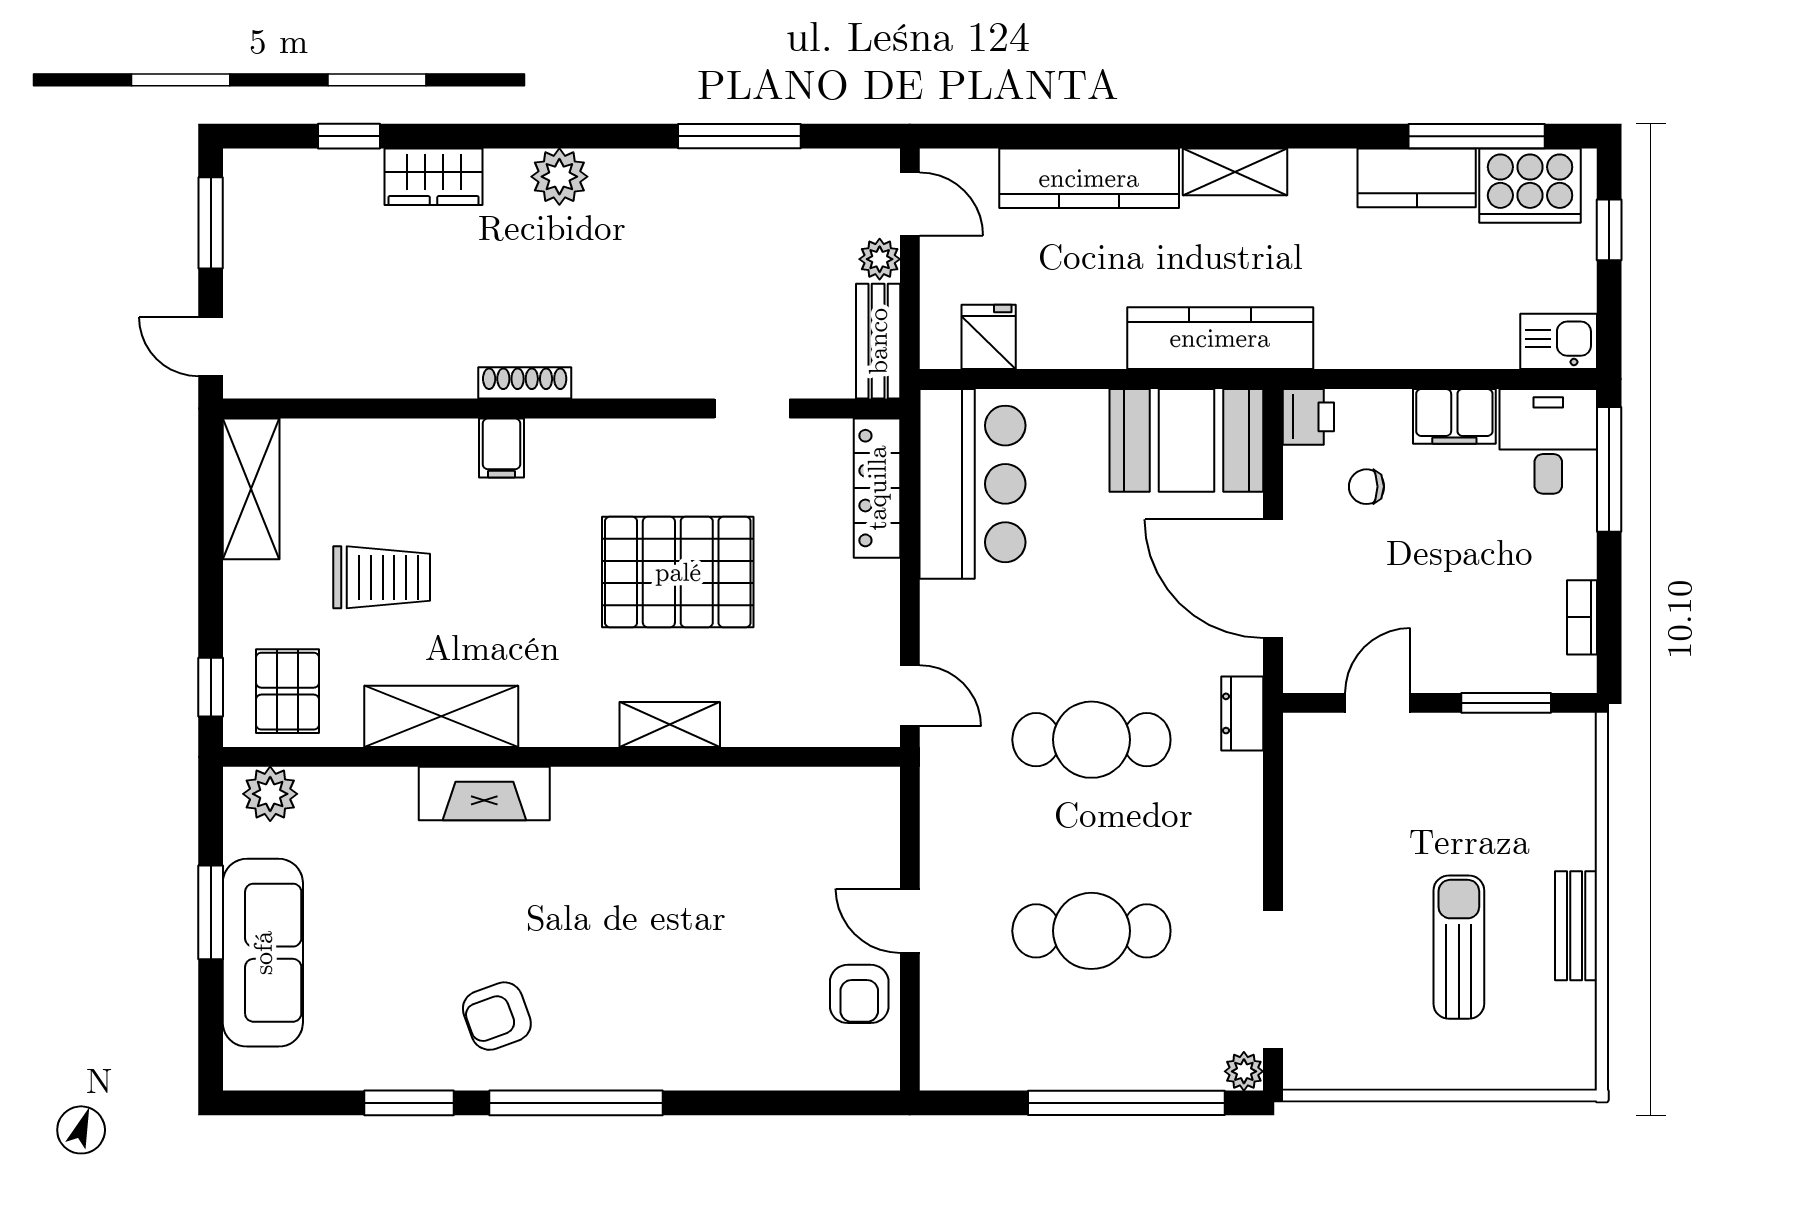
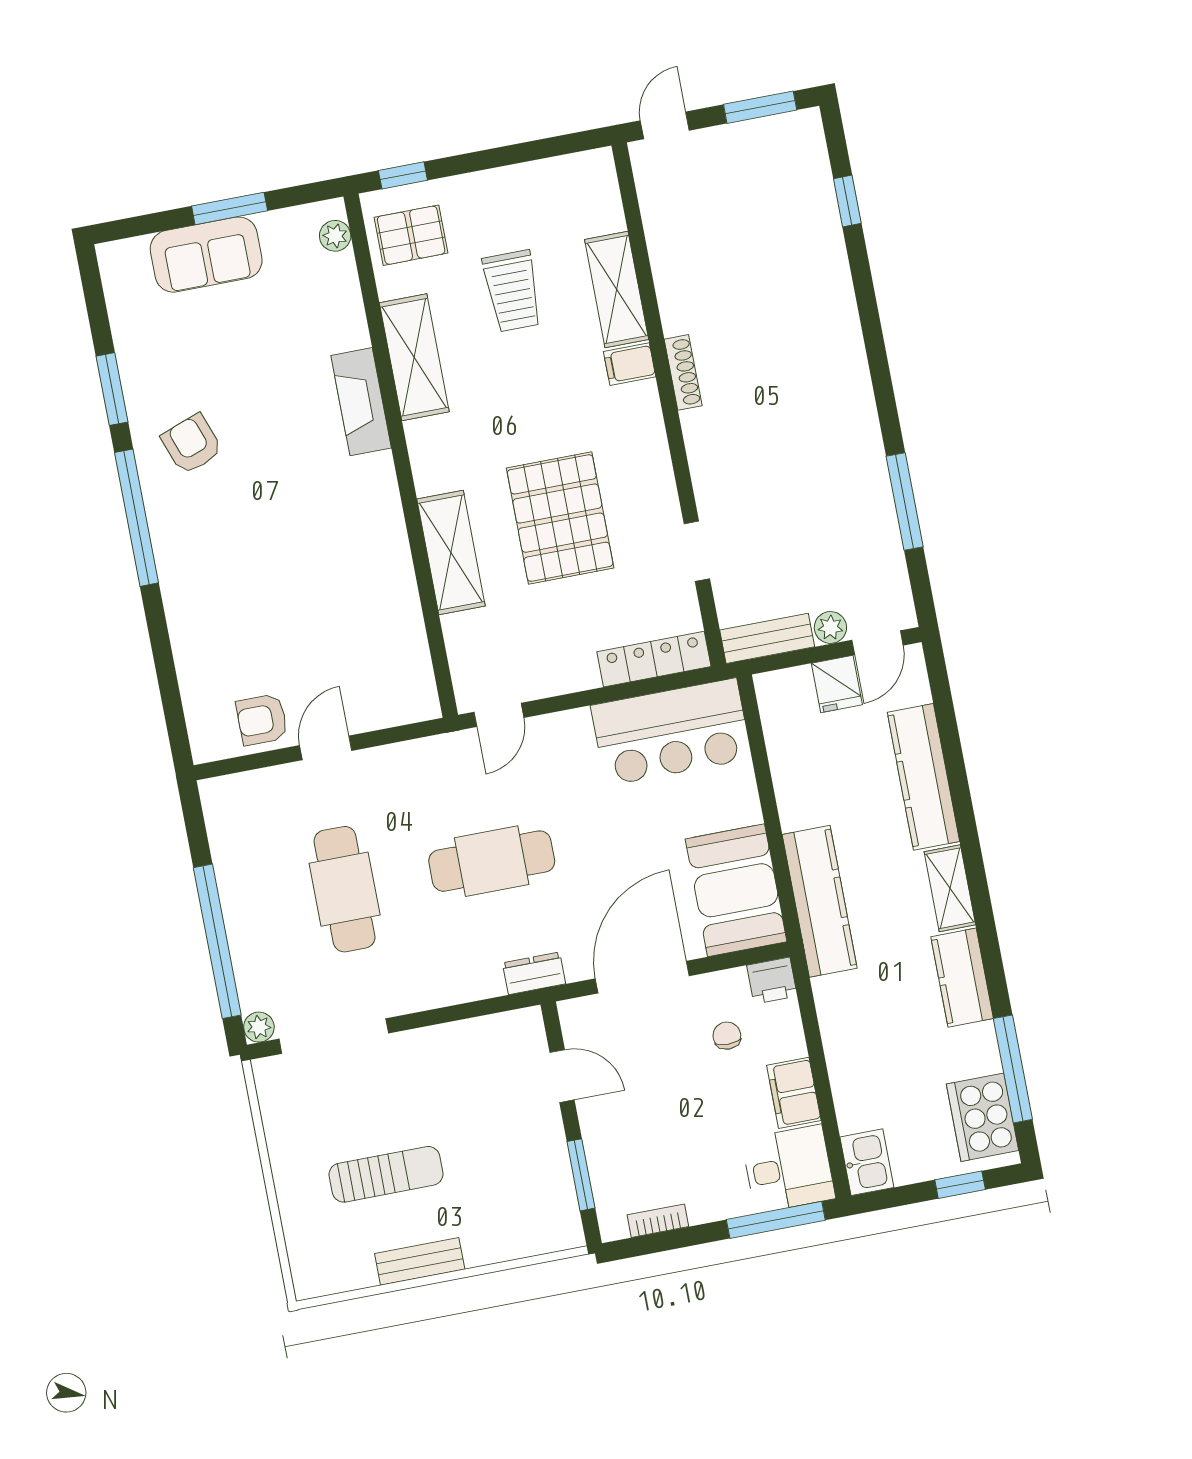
wardrobe: (434, 177) -> (828, 272), removed
plant: (559, 177) -> (847, 369), removed
kitchen counter: (1417, 178) -> (962, 978), moved
fridge: (989, 337) -> (837, 684), moved, turned 90
shelving: (251, 489) -> (617, 290), moved, turned 90
shelving: (670, 724) -> (451, 552), width x1.50, depth x1.33
cafe table: (1091, 740) -> (492, 861), turned 90
plant: (270, 794) -> (335, 236), width x0.73, depth x0.73
sofa: (263, 953) -> (206, 255), width x0.73

